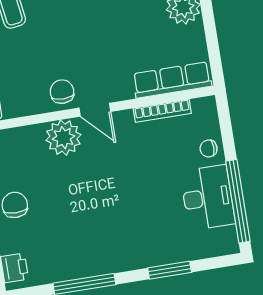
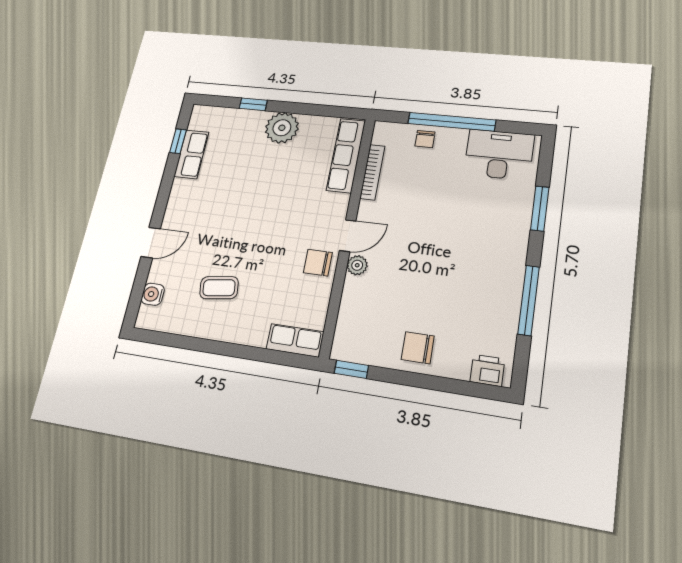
plant: (63, 138) -> (357, 265), width x0.53, depth x0.53
desk: (208, 198) -> (499, 155), moved
window: (238, 201) -> (452, 122), moved

